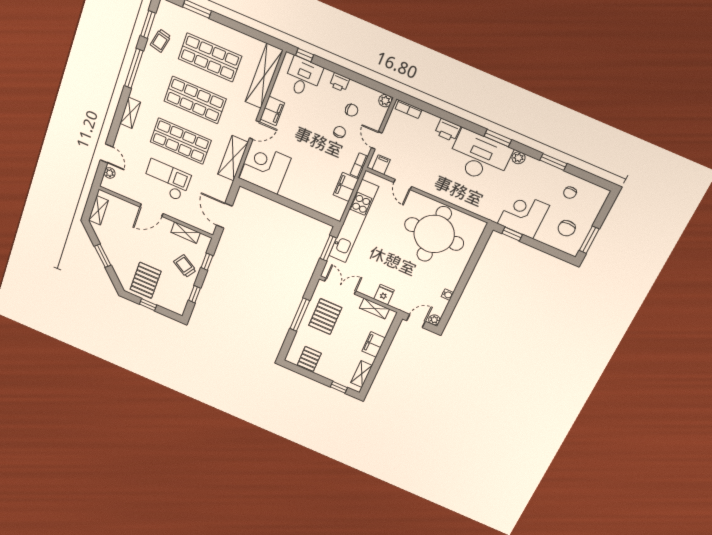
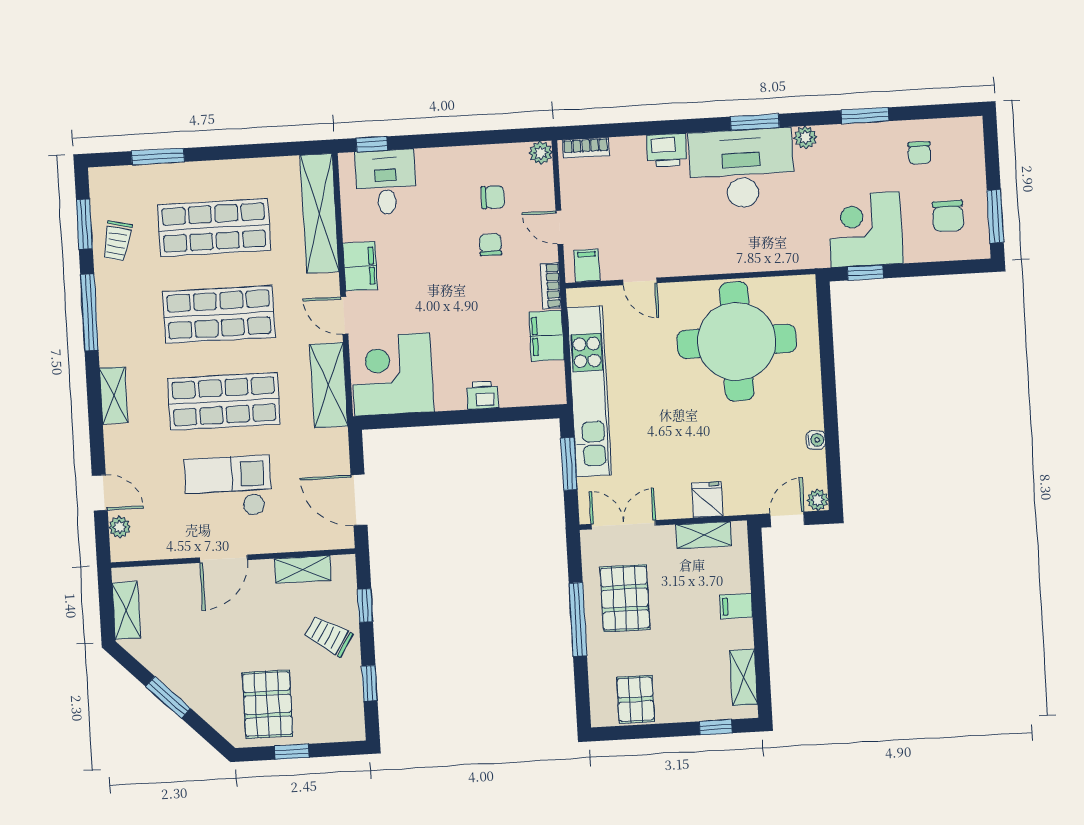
printer: (340, 82) -> (482, 395), moved, turned 180
door: (254, 130) -> (344, 315), swing flipped
filing cabinet: (374, 344) -> (736, 606), width x0.50

